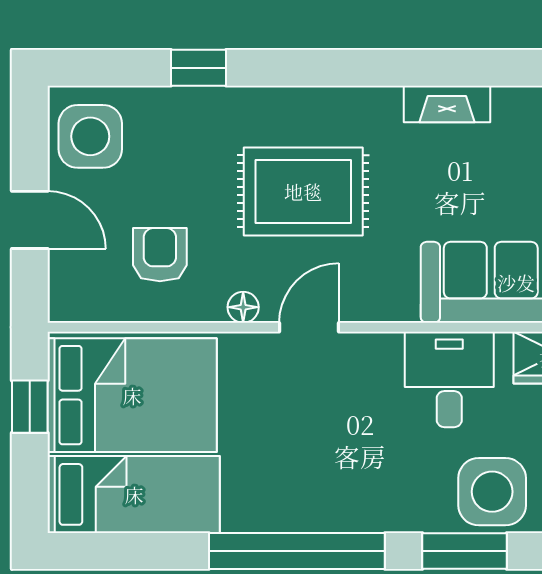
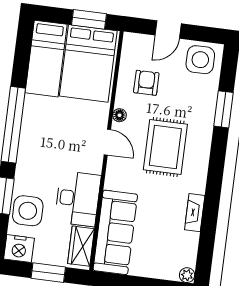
window: (199, 68) -> (224, 109), width x1.50
armchair: (160, 255) -> (146, 83), turned -90
desk: (449, 380) -> (78, 199), width x1.37
window: (30, 407) -> (89, 19), width x1.50

